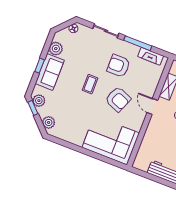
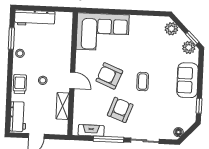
plant: (56, 49) -> (189, 106), removed
window: (40, 66) -> (199, 106), moved
armchair: (119, 66) -> (120, 110), turned -70

